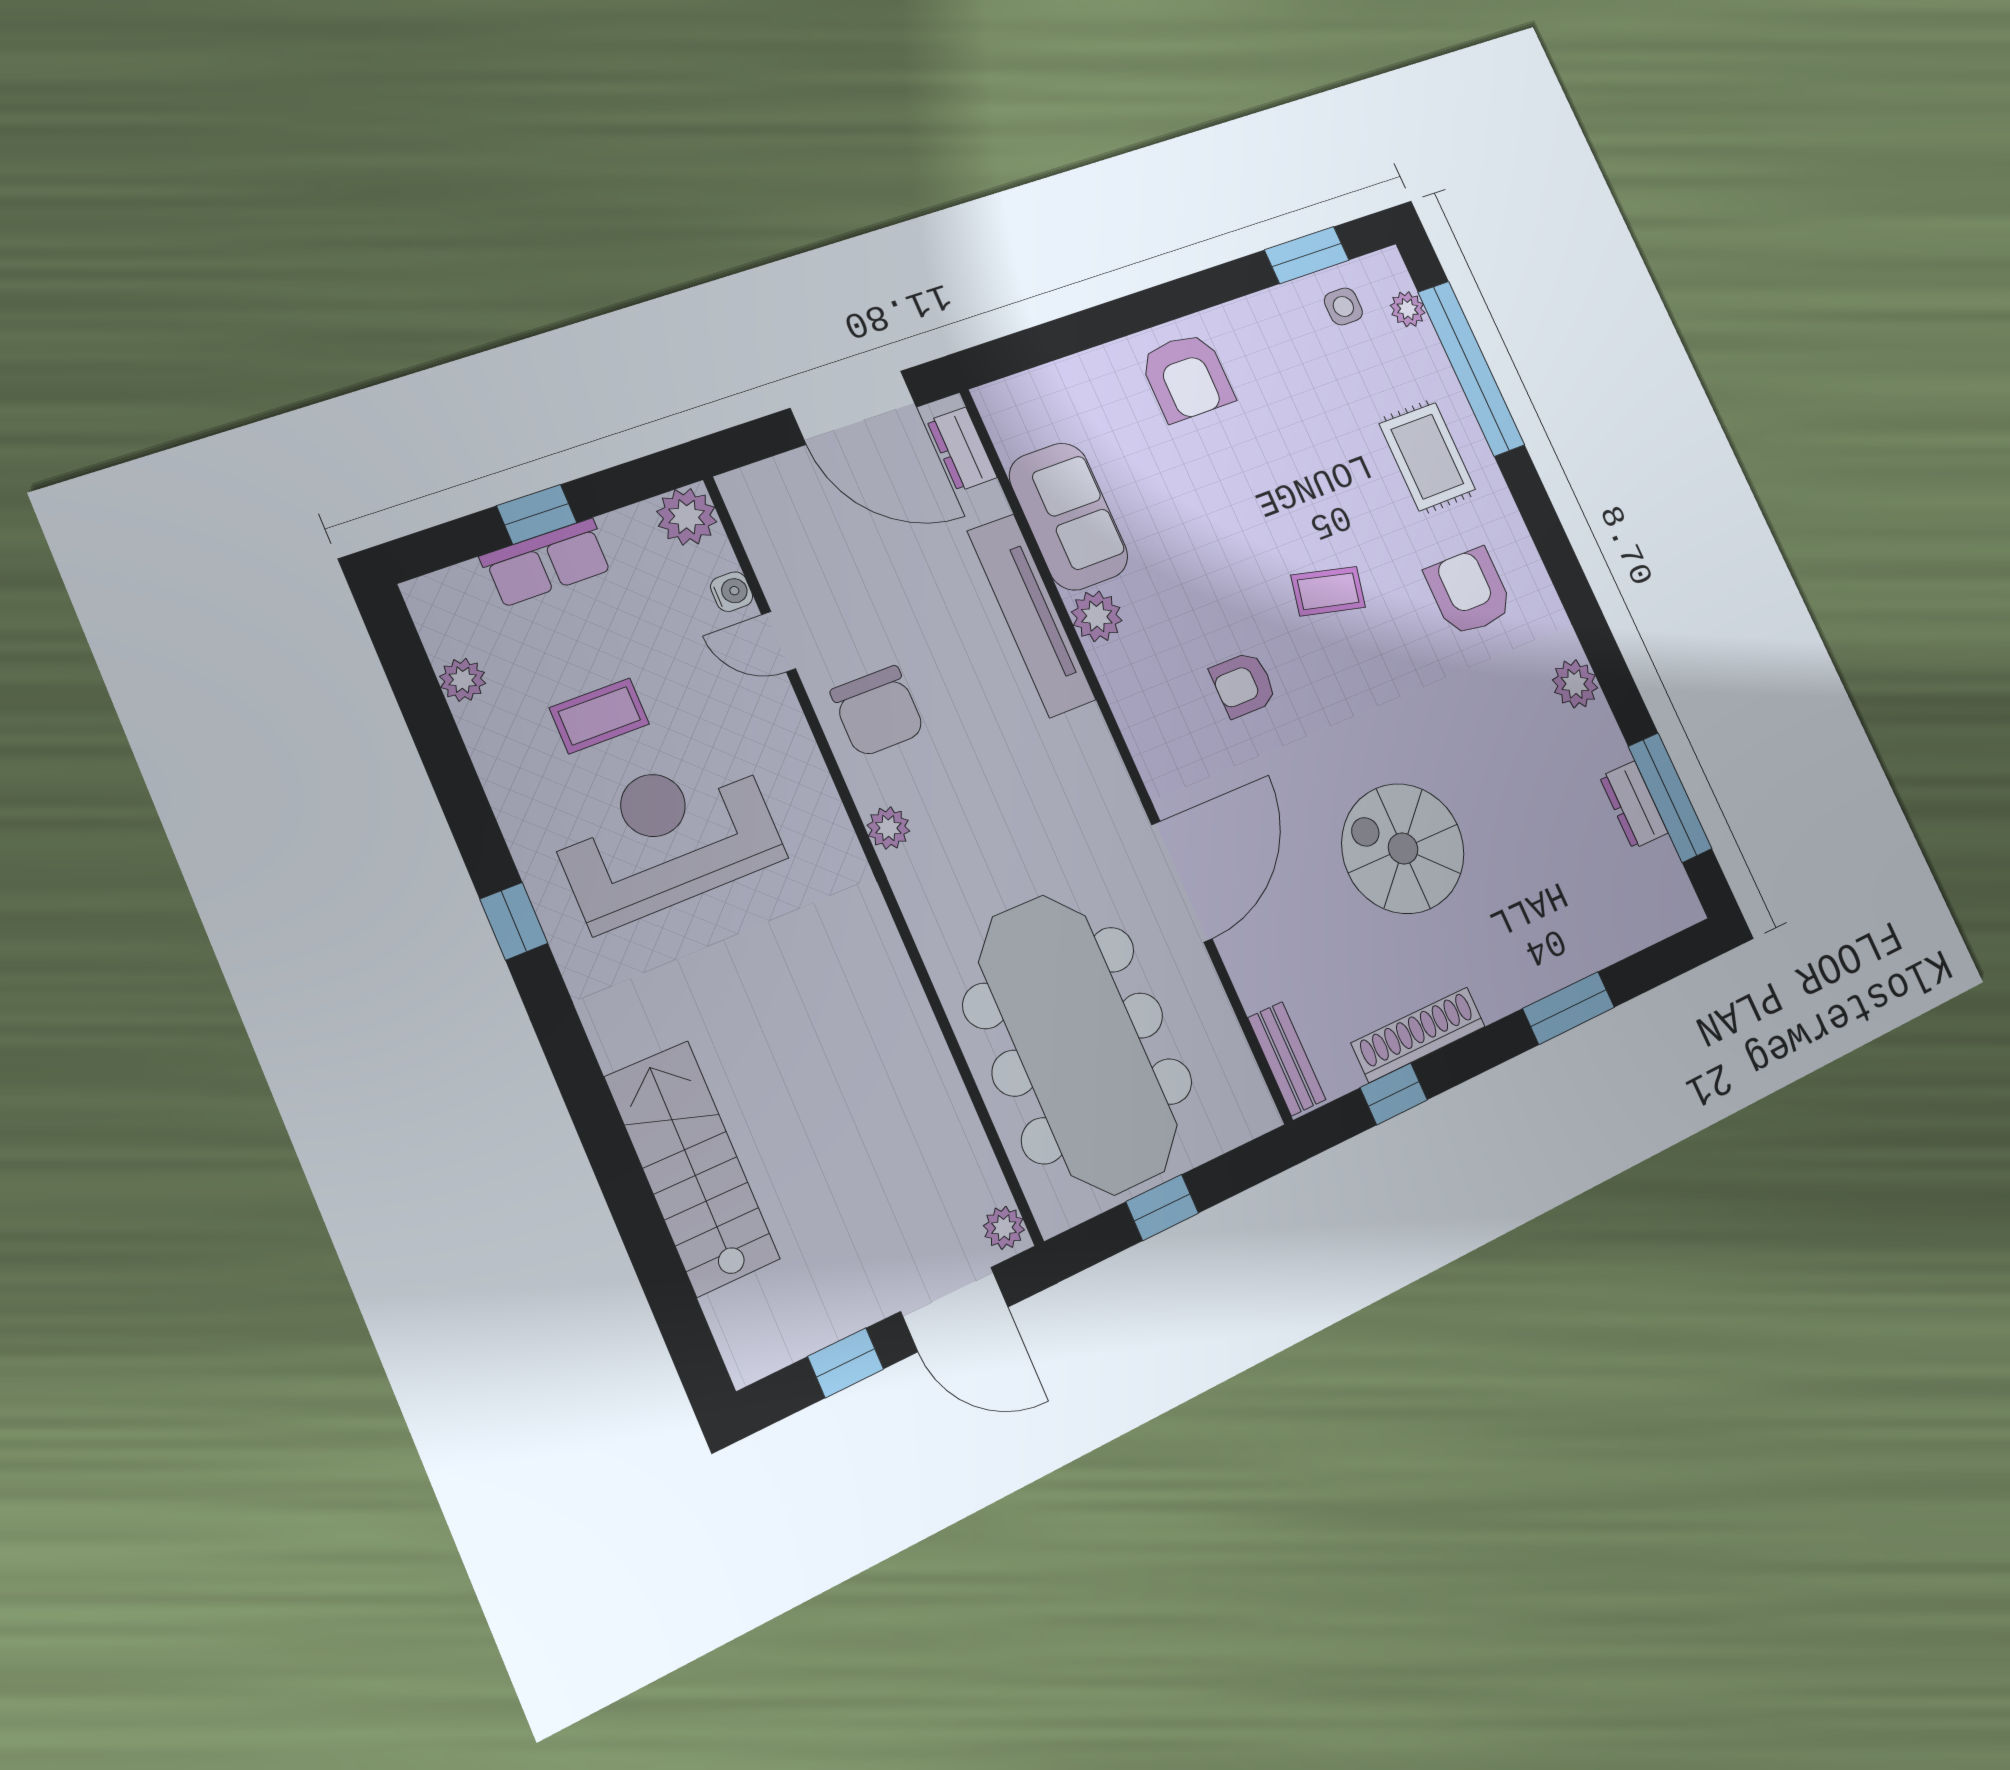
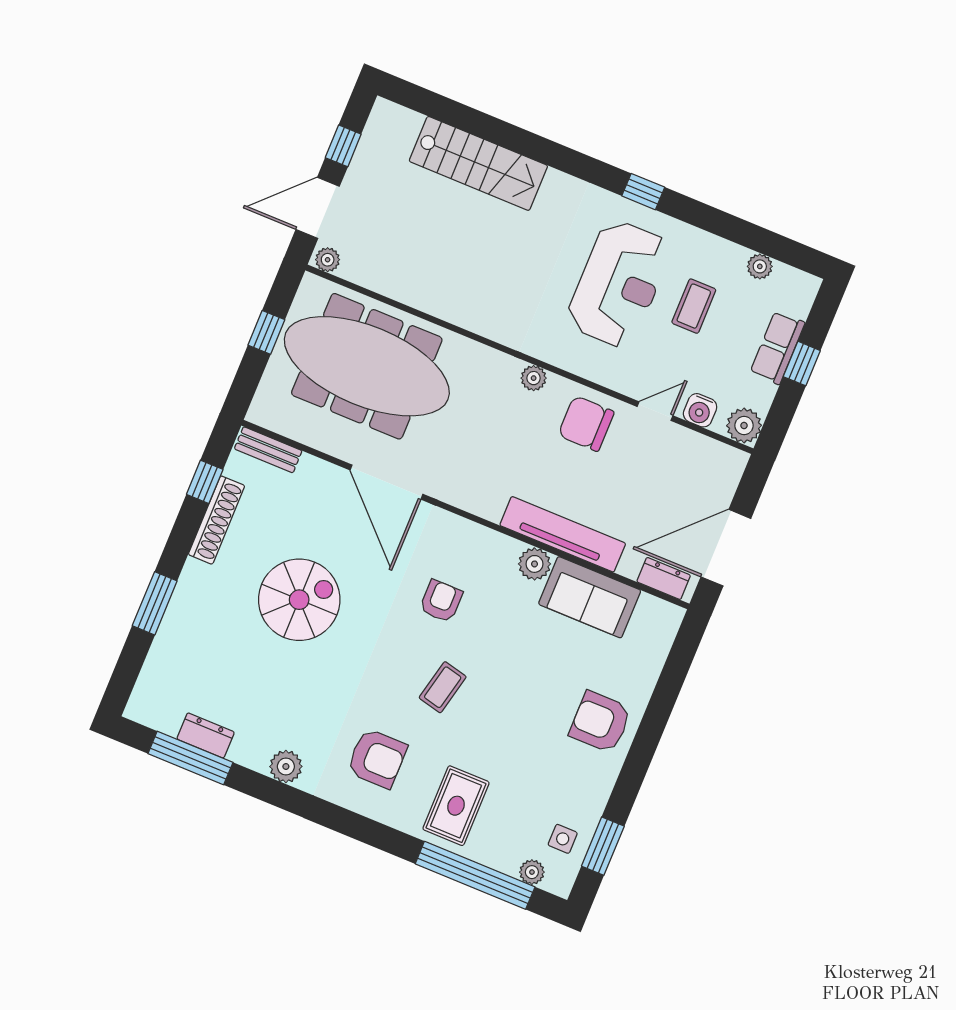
rug: (1427, 457) -> (456, 806), turned 90
water cooler: (732, 592) -> (700, 410), width x1.38, depth x1.38

